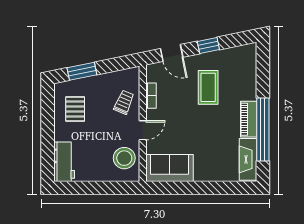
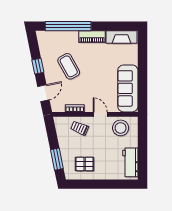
coffee table: (208, 87) -> (69, 66), turned 61
window: (263, 129) -> (68, 26), moved
workbench: (64, 162) -> (130, 162), moved, turned -90
sofa: (170, 168) -> (128, 88), width x1.36

